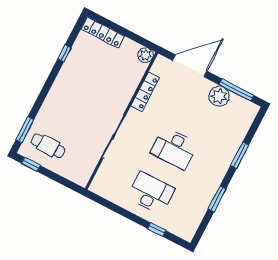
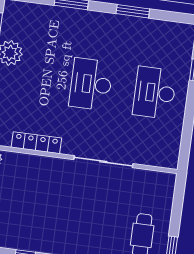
desk: (174, 148) -> (91, 84), turned 180

